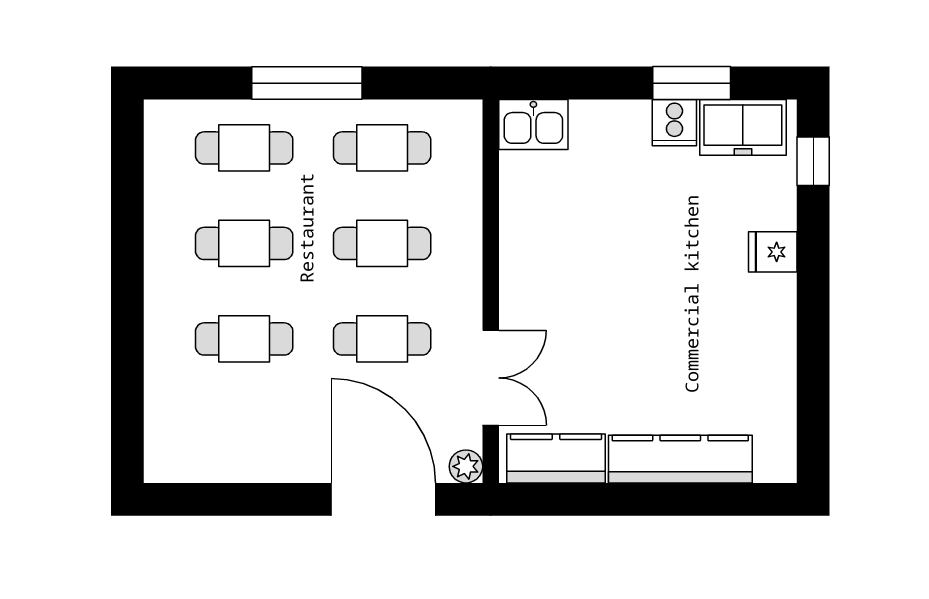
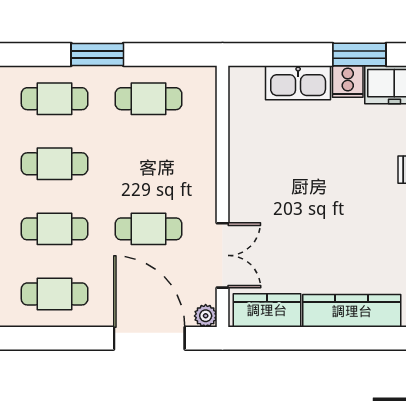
window: (307, 83) -> (97, 54), width x0.69
kitchen sink: (533, 124) -> (298, 83), moved, width x1.38
cafe table: (382, 243) -> (55, 294), moved

